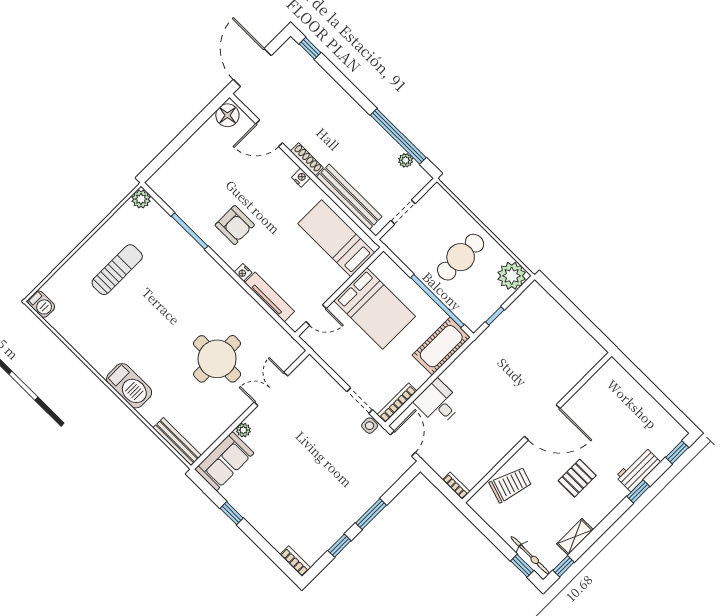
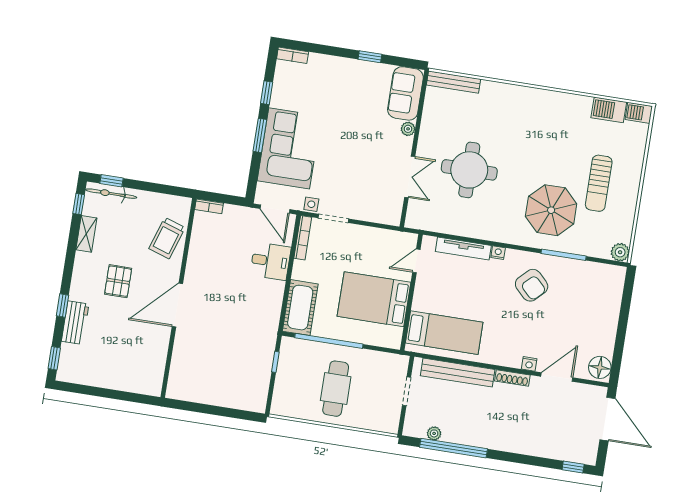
nightstand: (301, 178) -> (529, 364), moved
armchair: (235, 225) -> (532, 285), turned -135
parasol: (173, 276) -> (551, 210), added
plant: (512, 276) -> (285, 403), removed
barbecue: (129, 386) -> (609, 110), moved, width x0.73, depth x0.83
corner sofa: (354, 486) -> (289, 148), added

